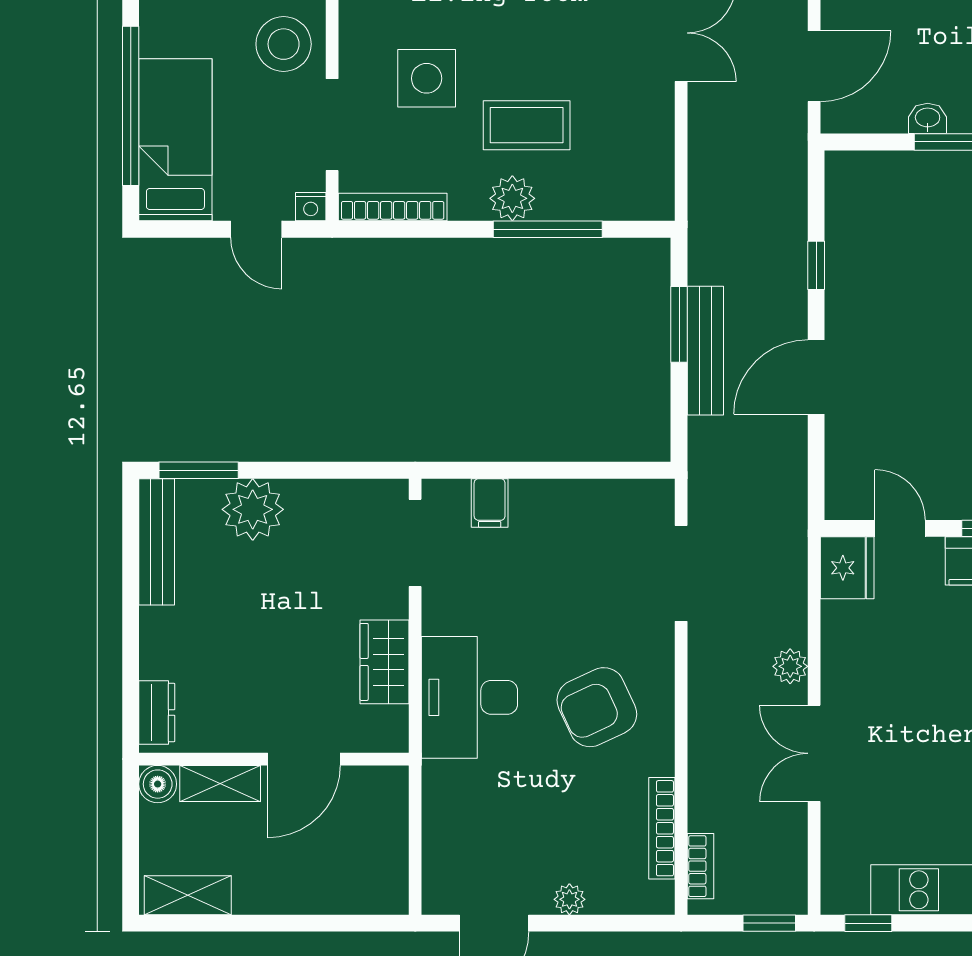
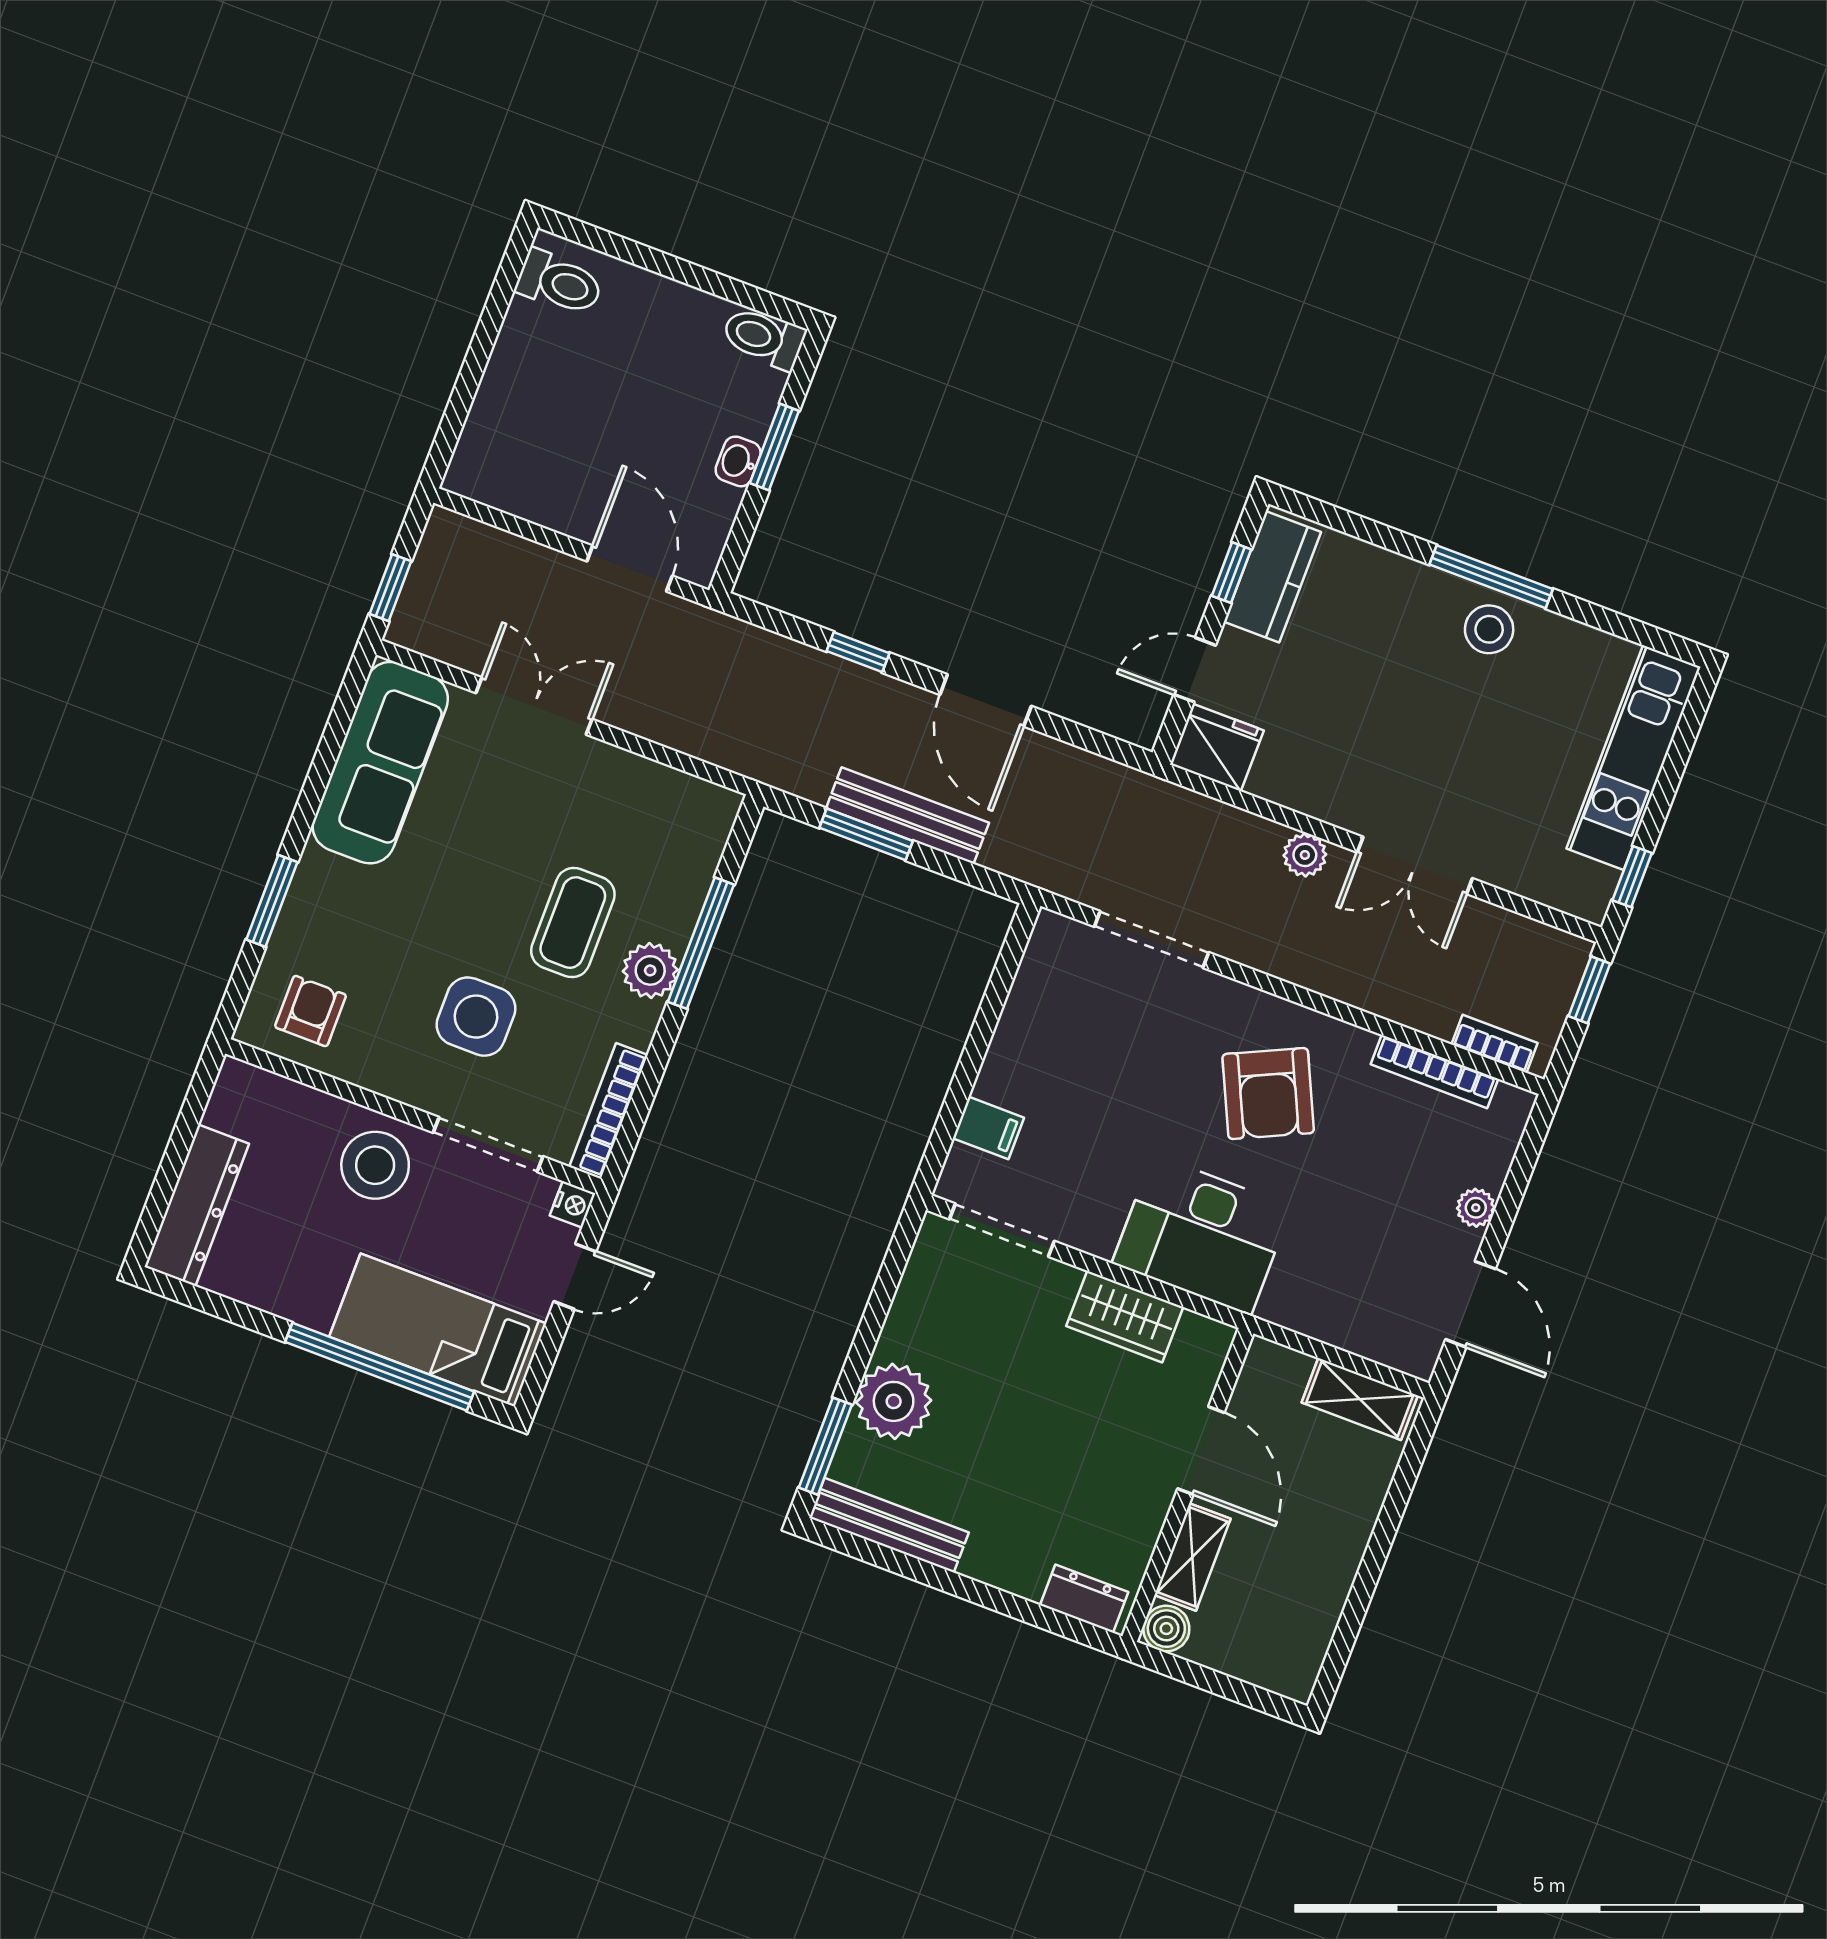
shelving: (188, 895) -> (1360, 1399), moved, turned 90

